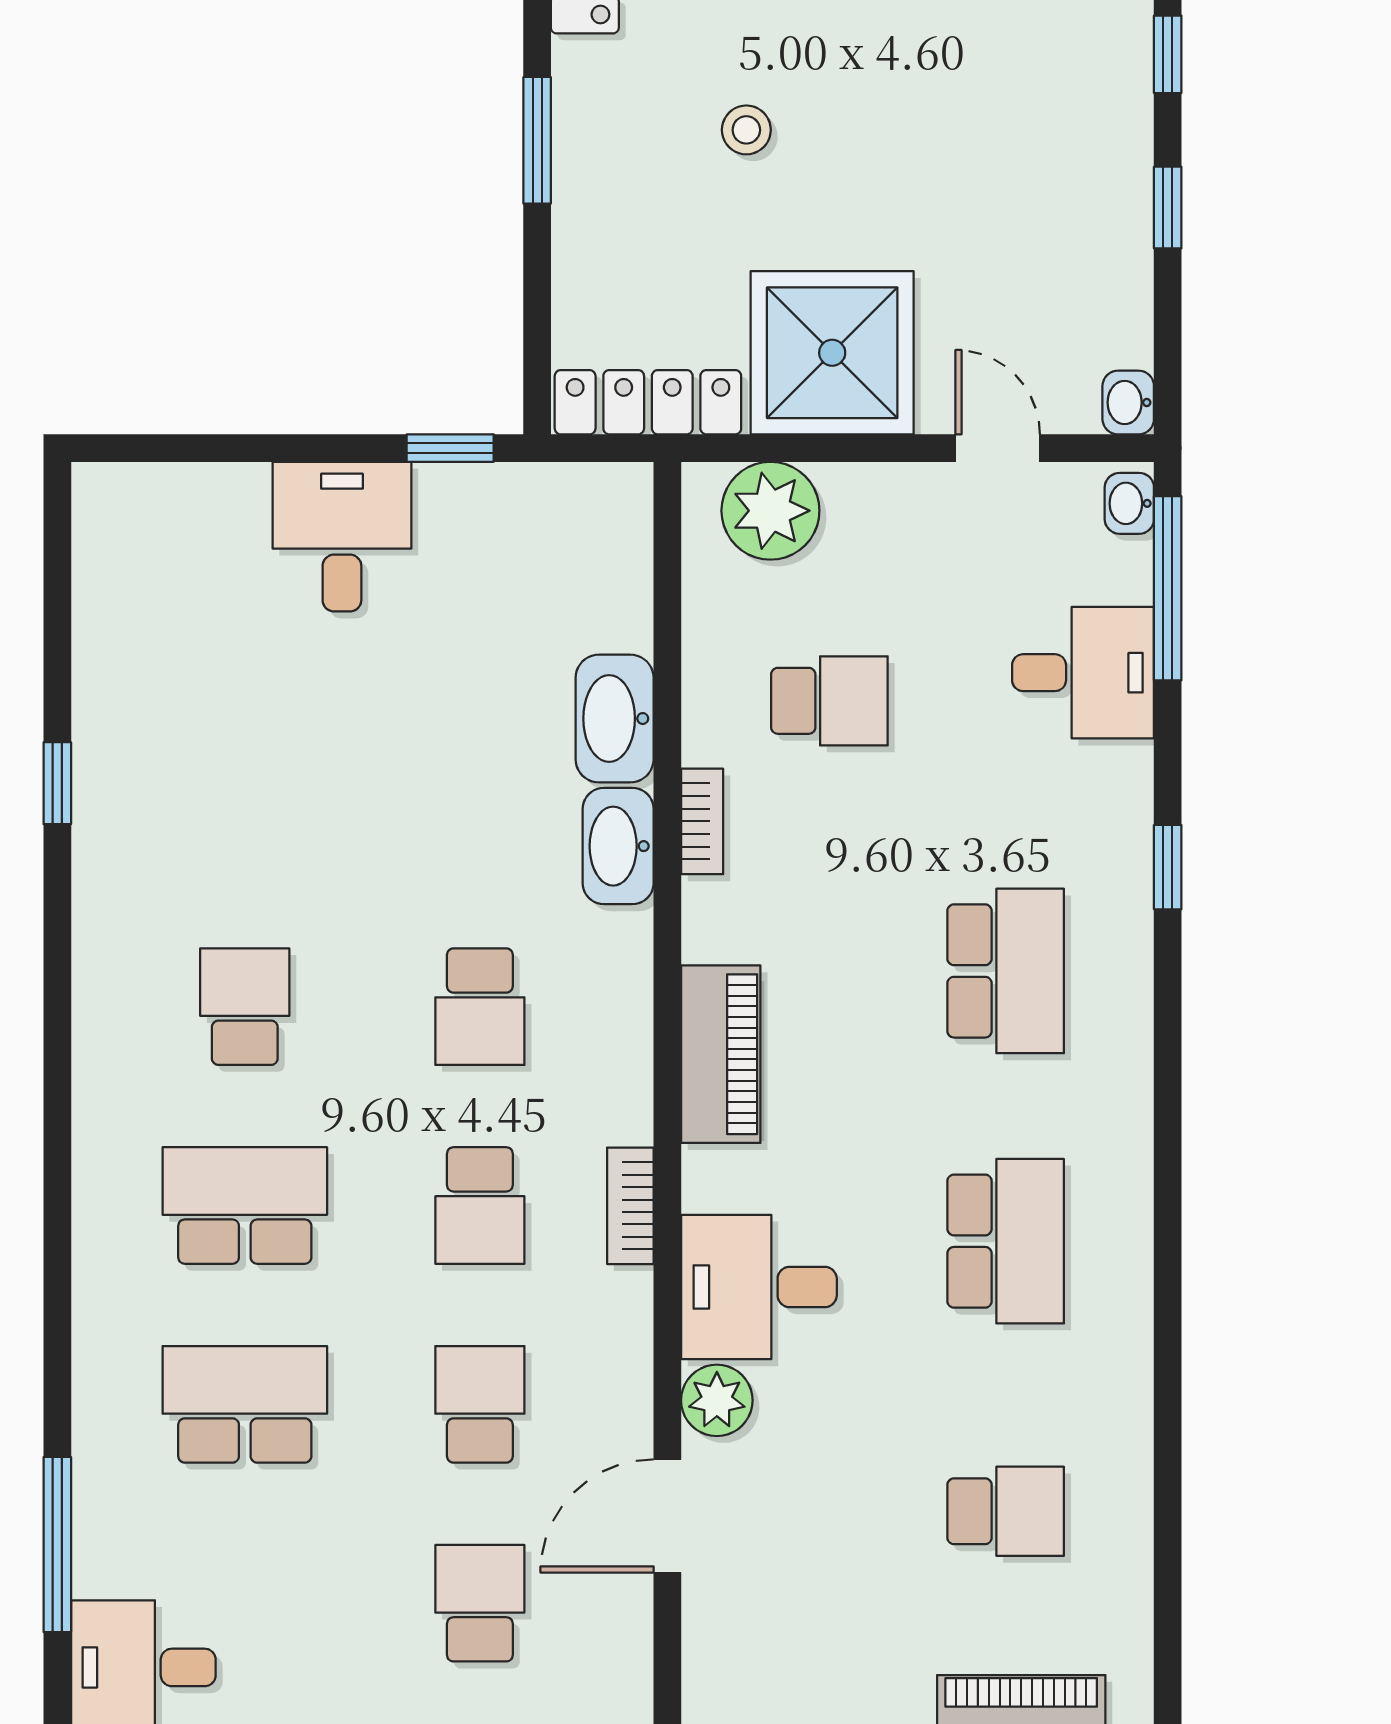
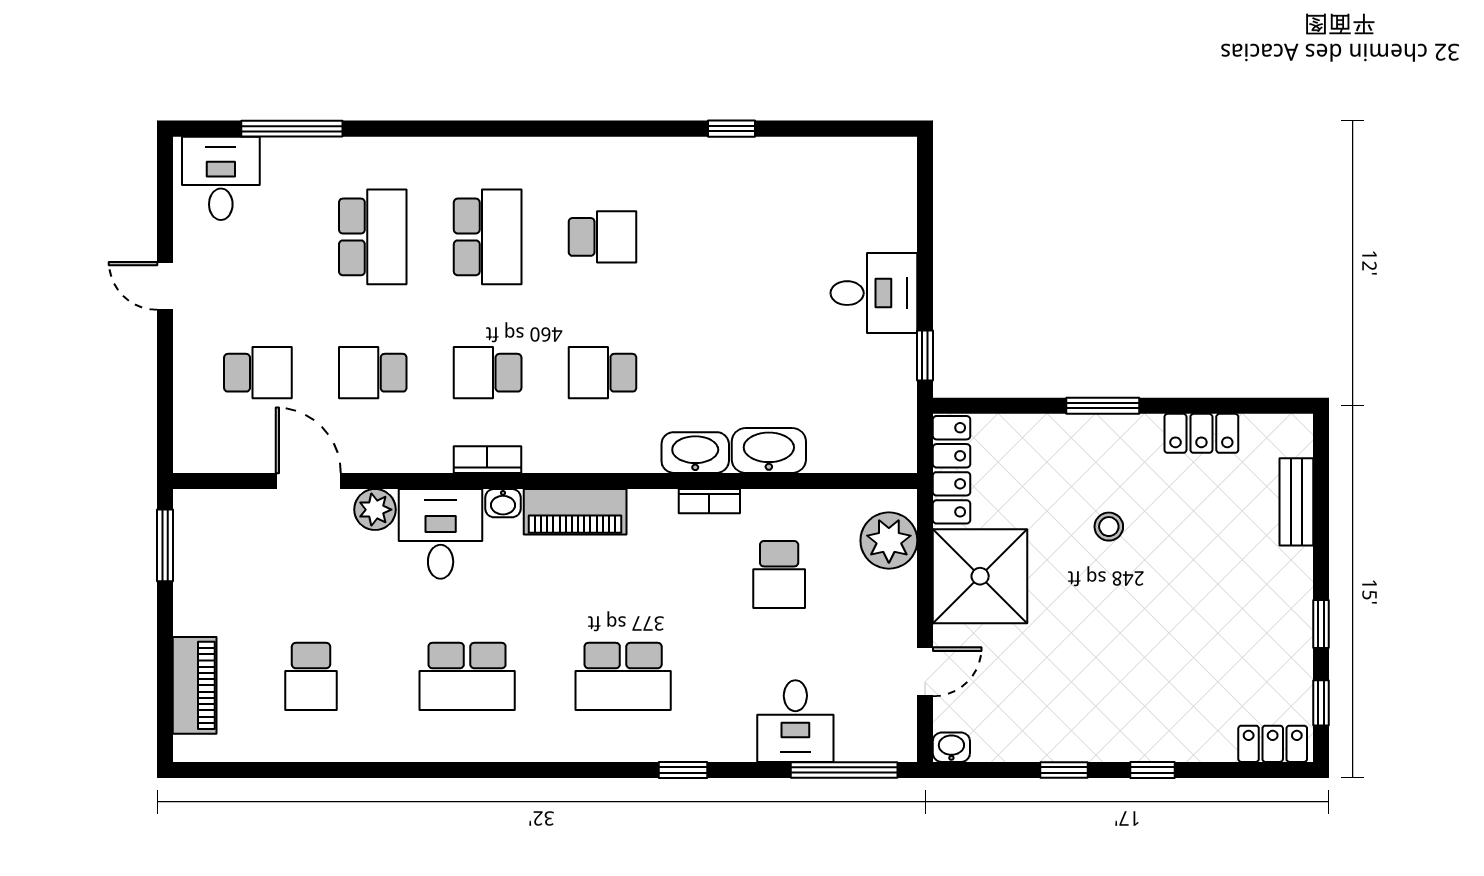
washbasin: (1129, 503) -> (503, 503), moved, turned 180
school desk: (480, 1404) -> (373, 373), turned 180

